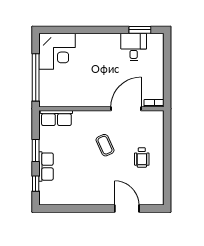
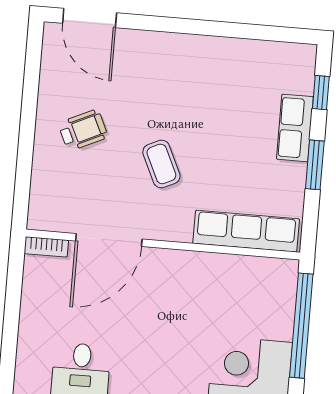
row of seats: (56, 118) -> (246, 231), width x1.48
wheelchair: (142, 157) -> (83, 130), turned 65
door: (127, 209) -> (90, 18), moved

